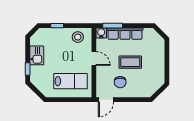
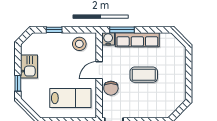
door: (94, 59) -> (99, 70), swing flipped
chair: (120, 82) -> (111, 88), moved

